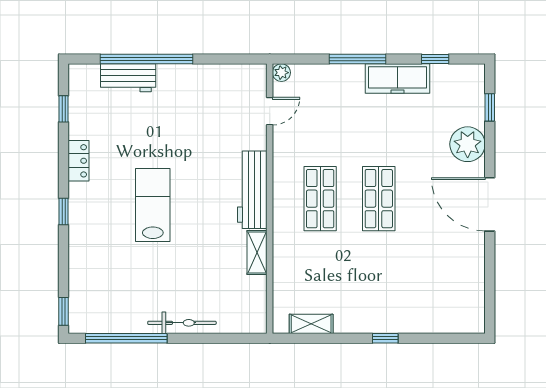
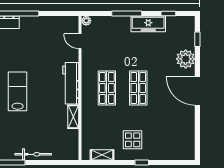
door: (270, 111) -> (80, 41), swing flipped
display table: (368, 296) -> (133, 140), added

